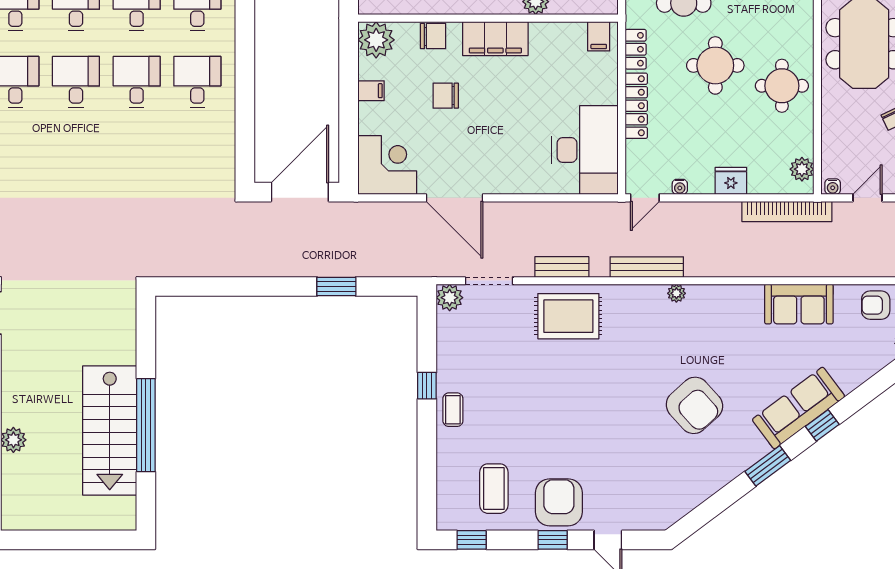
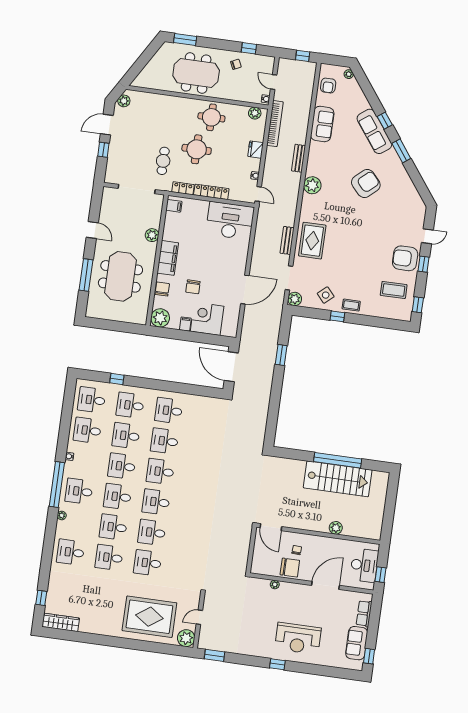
corner desk: (387, 165) -> (207, 319), moved
bench: (647, 267) -> (299, 158), moved, width x0.73
plant: (676, 293) -> (312, 185), width x1.88, depth x1.88
side table: (466, 357) -> (326, 295), added

